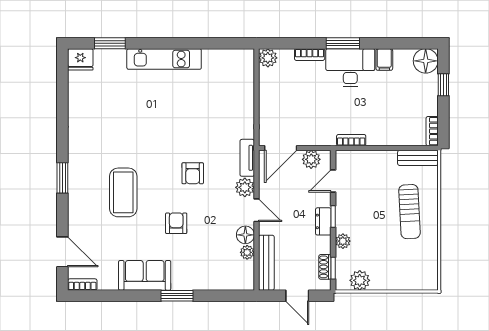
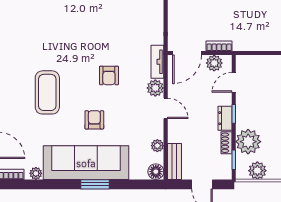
bookcase: (351, 140) -> (219, 46), moved
floor lamp: (245, 235) -> (156, 172), moved
plant: (343, 241) -> (248, 142), width x1.87, depth x1.87
bench: (266, 263) -> (174, 161), width x0.73
shoe rack: (325, 267) -> (226, 143), moved
sofa: (145, 275) -> (86, 163), width x1.85, depth x1.27
plant: (110, 283) -> (36, 173), added

